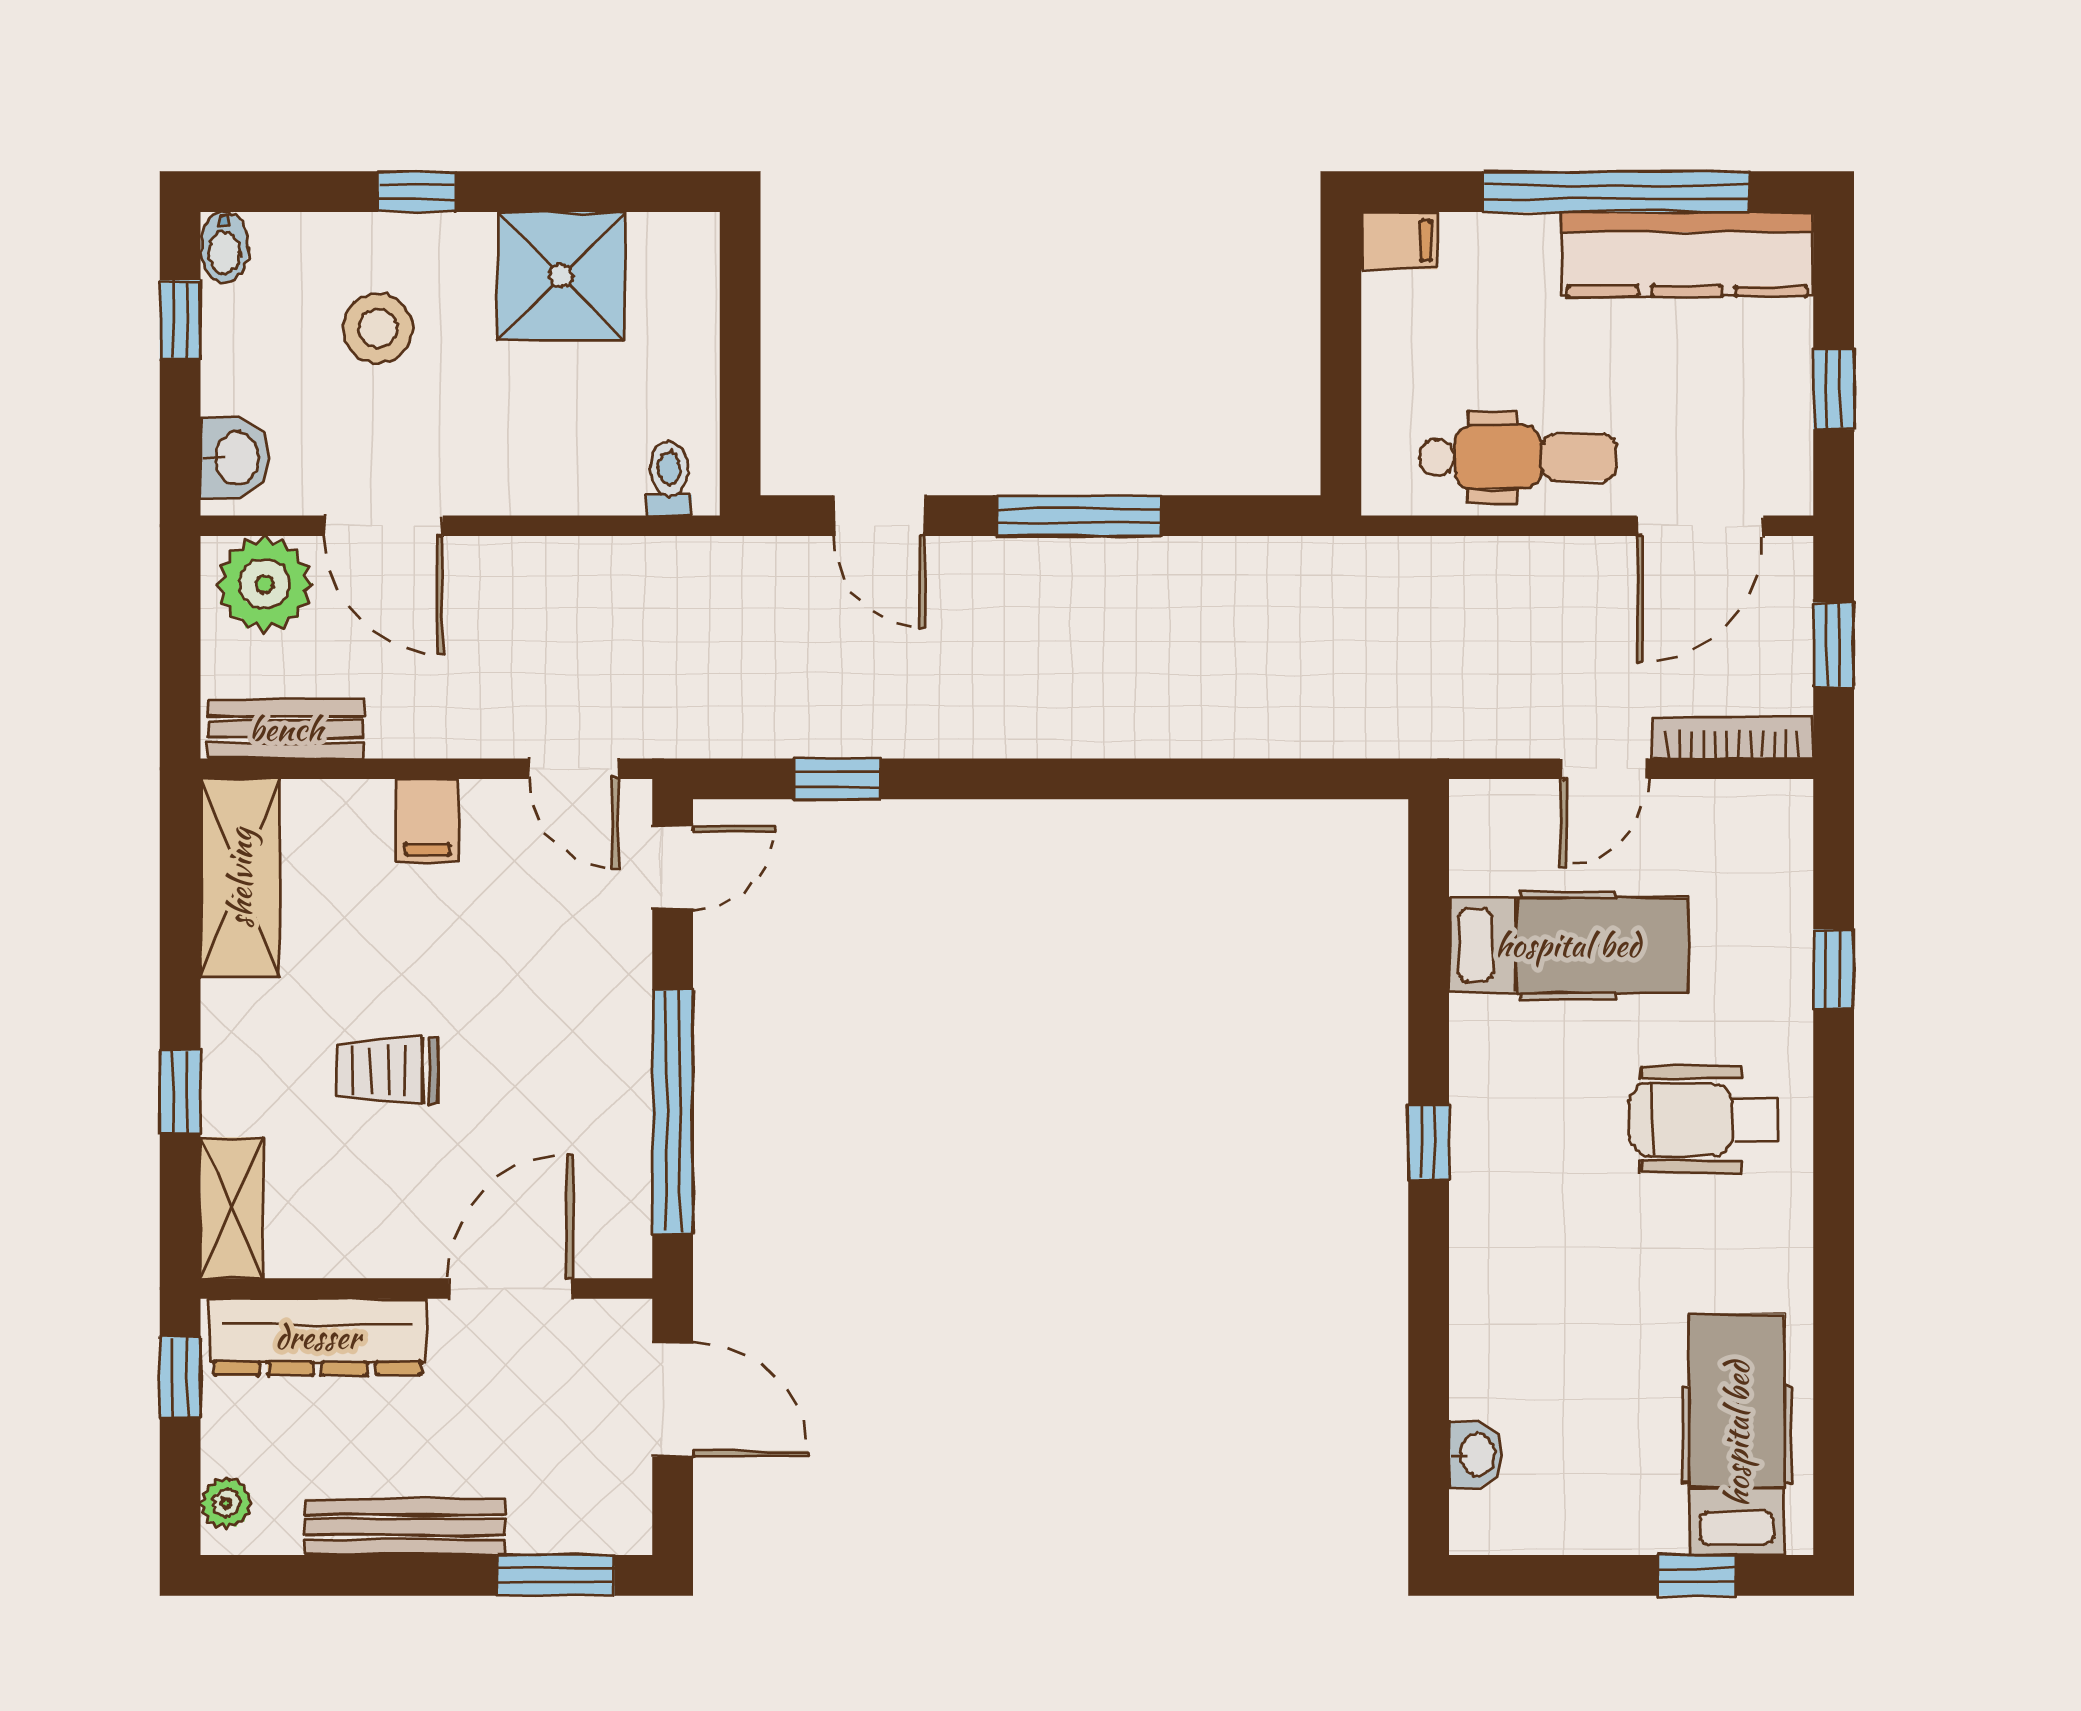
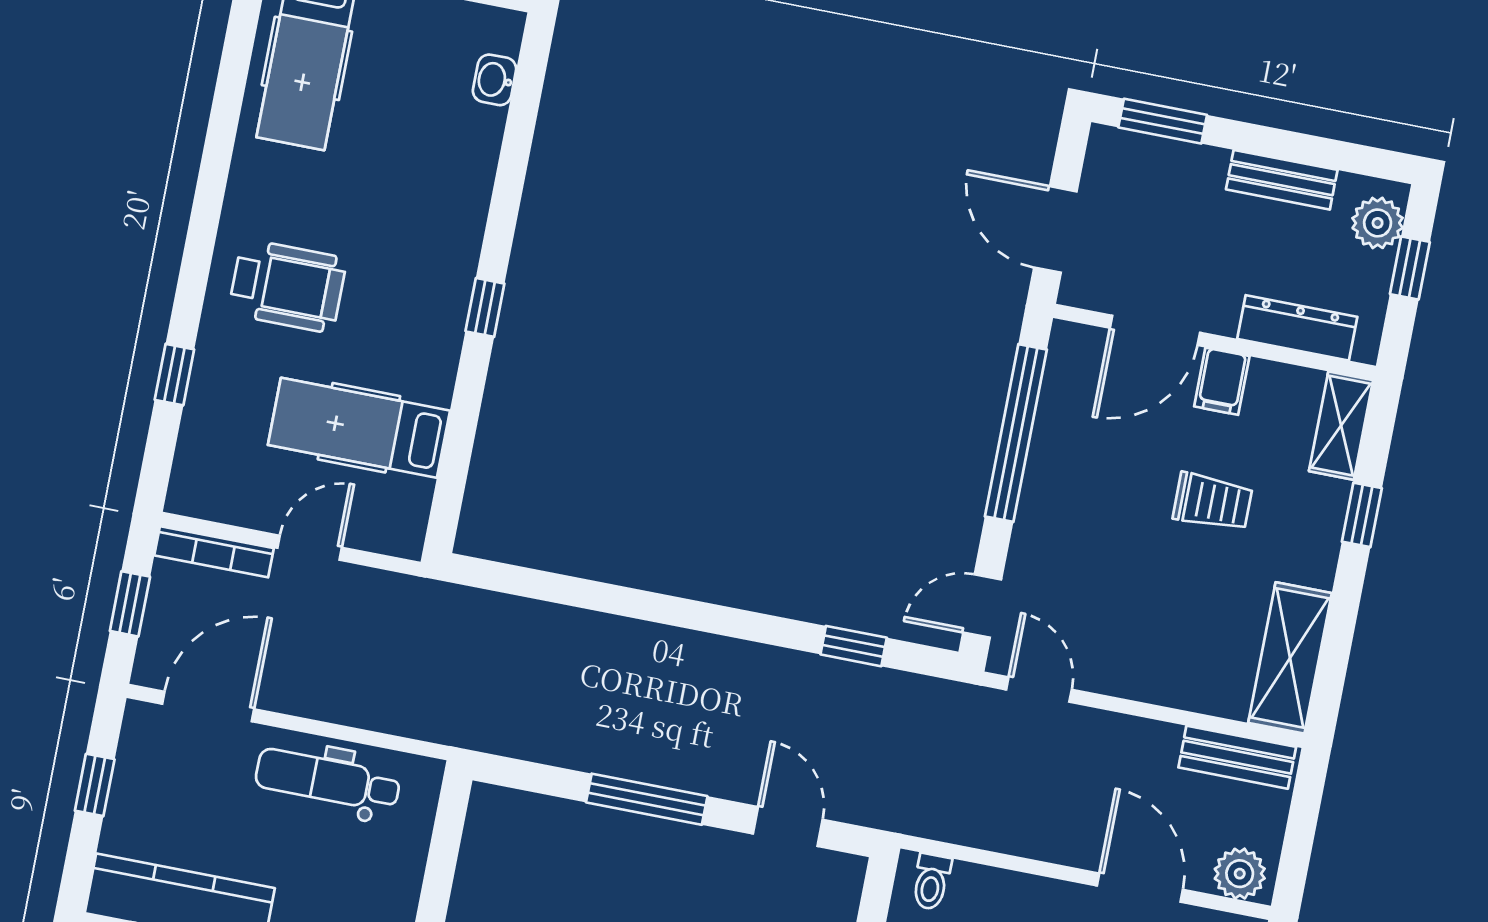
plant: (264, 584) -> (1240, 874), width x0.73, depth x0.73
filing cabinet: (427, 820) -> (1222, 381), moved, turned 180
dresser: (318, 1337) -> (1297, 328), width x0.73, depth x0.80
window: (180, 1377) -> (1410, 268), moved
plant: (226, 1503) -> (1378, 223), width x1.38, depth x1.38
bench: (405, 1527) -> (1282, 180), width x0.73

